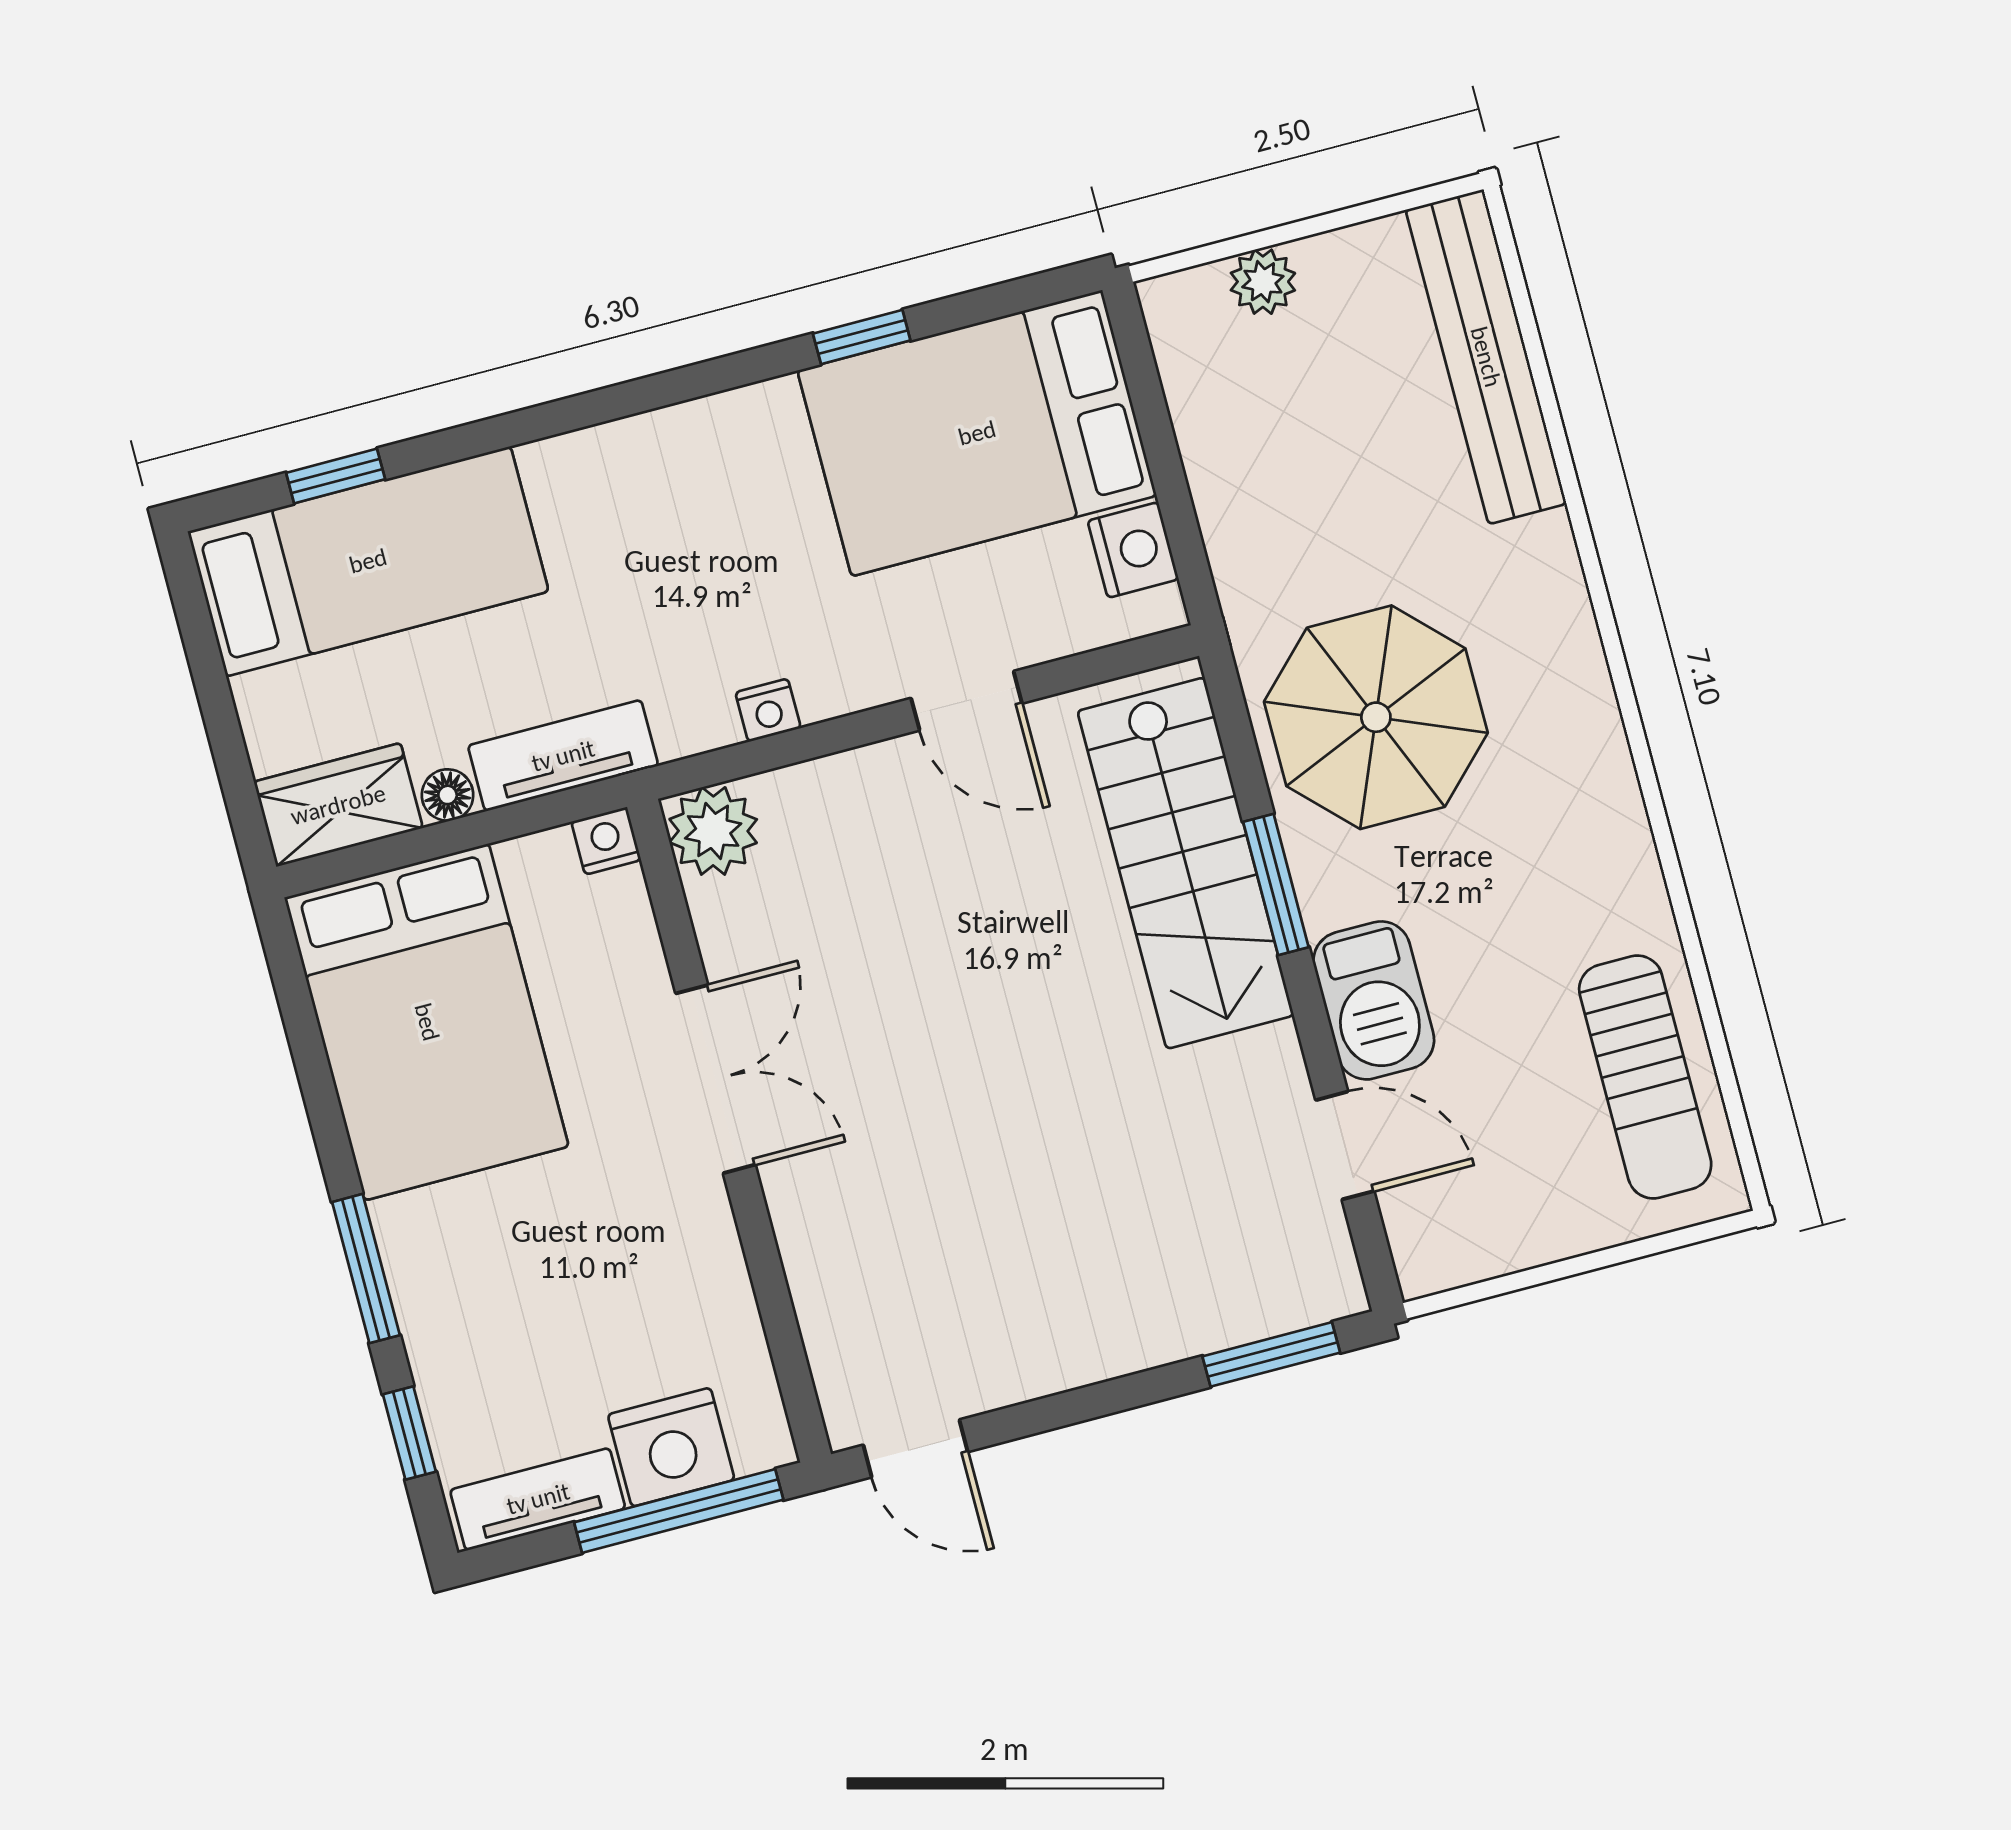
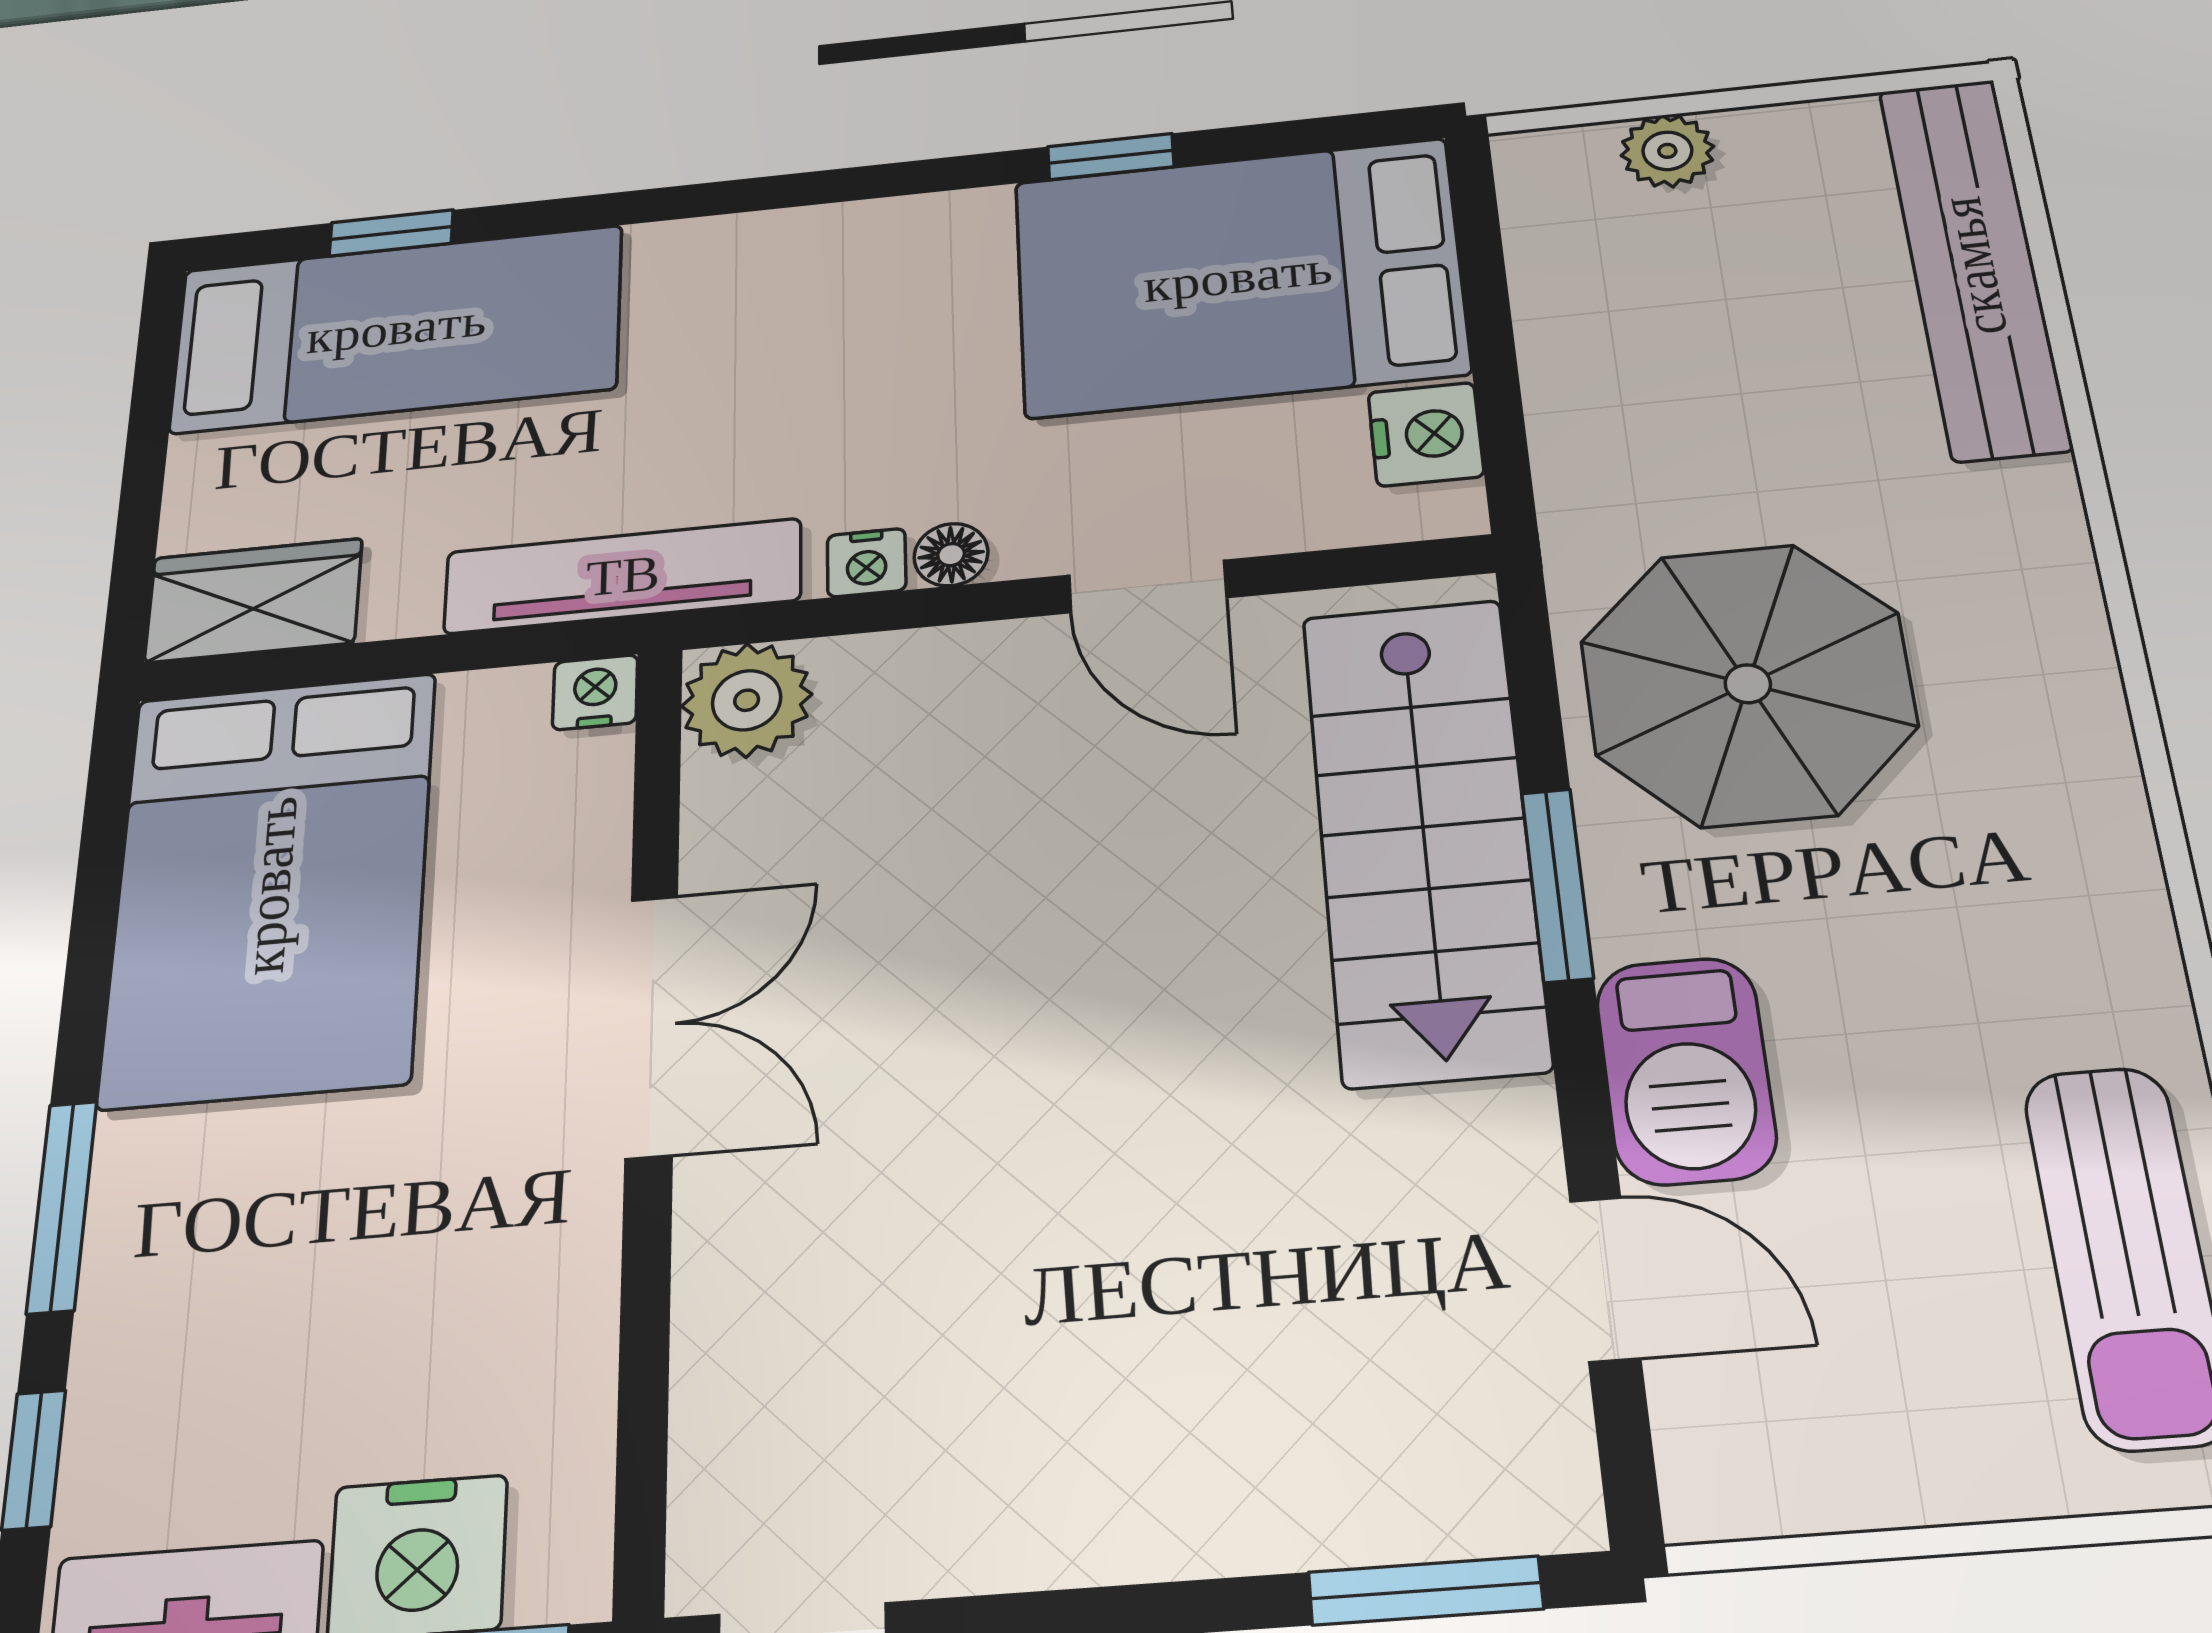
tv unit: (563, 756) -> (623, 576), width x1.41
floor lamp: (448, 795) -> (951, 555), moved

